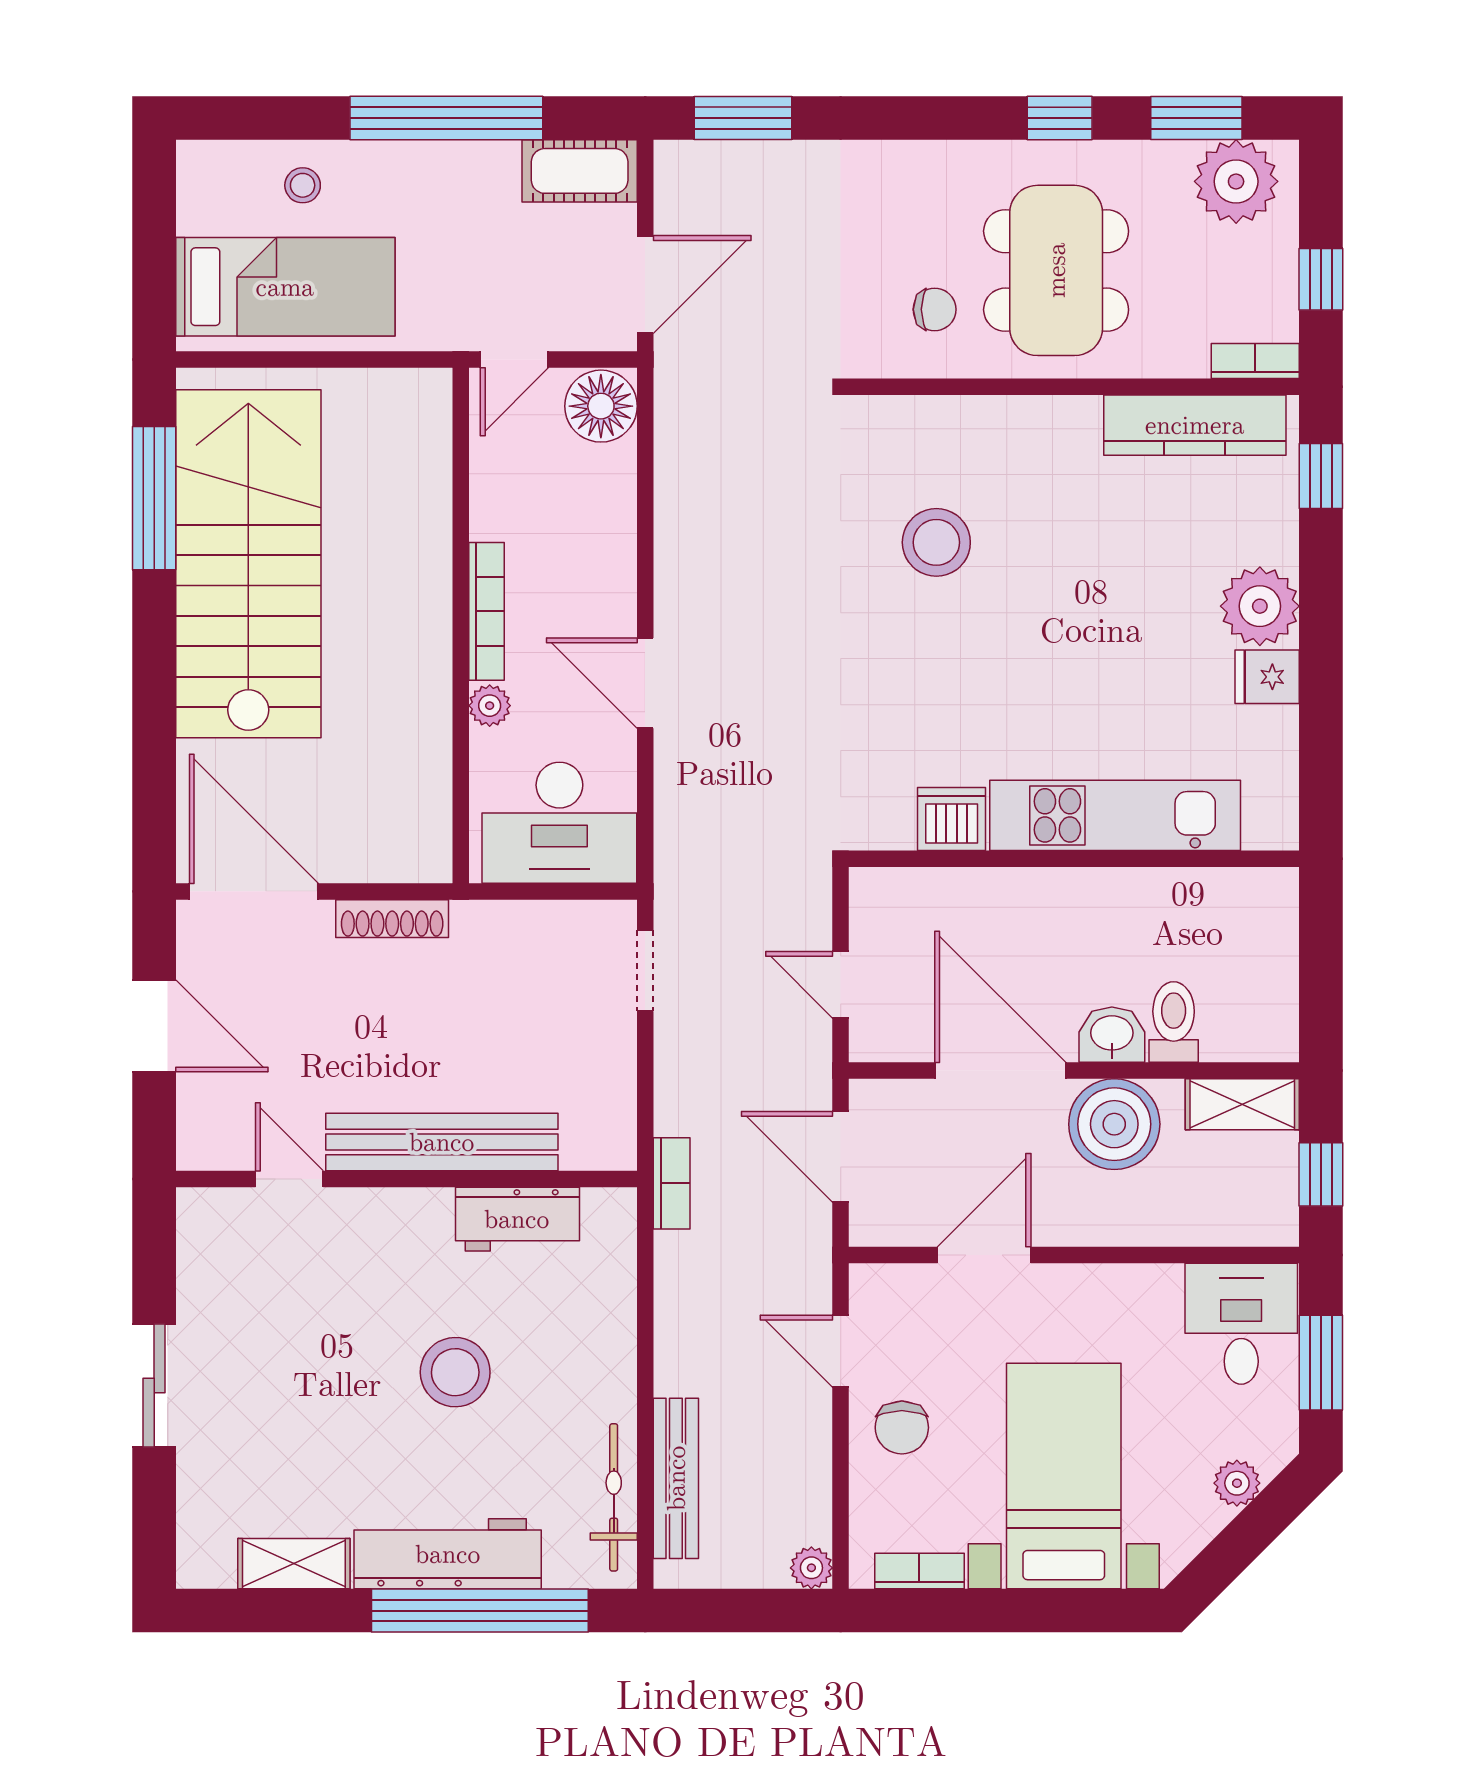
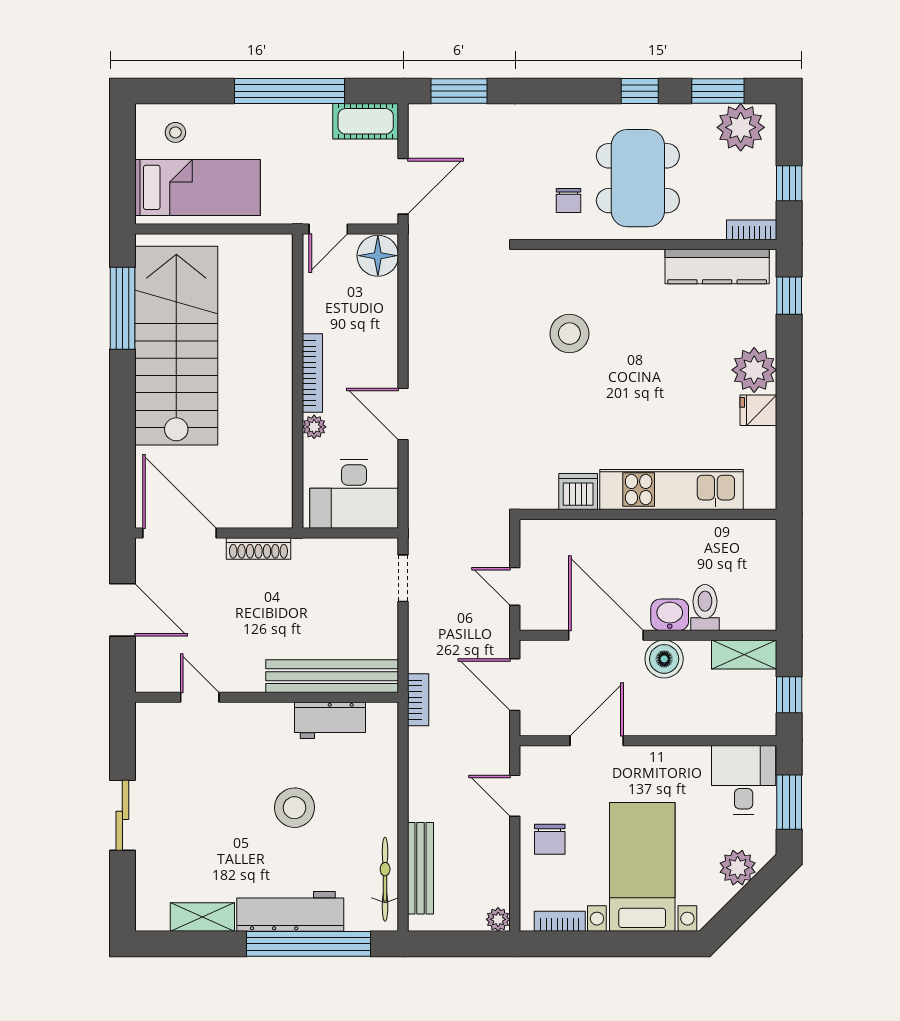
stool: (303, 185) -> (175, 132), moved
chair: (935, 309) -> (568, 200), turned 90
boiler: (1114, 1124) -> (664, 659), width x0.73, depth x0.73
bench: (442, 1142) -> (332, 676), moved
plant: (1237, 1483) -> (738, 868), width x1.38, depth x1.38

